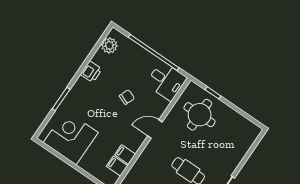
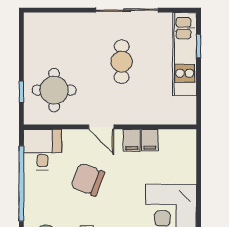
chair: (127, 97) -> (88, 180), width x1.87, depth x1.87
filing cabinet: (117, 166) -> (132, 140), moved

